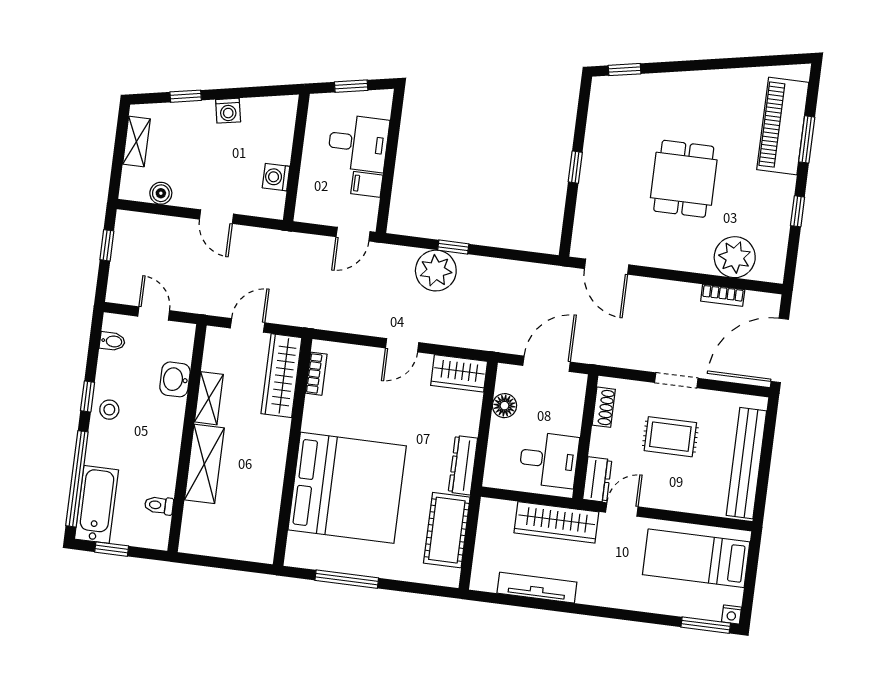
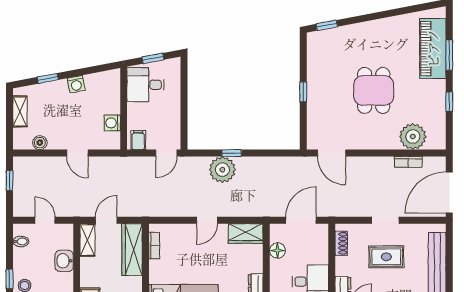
desk: (358, 143) -> (146, 85), moved, turned 180
filing cabinet: (367, 184) -> (138, 140), moved, turned 90
shelving: (209, 398) -> (87, 240), moved

